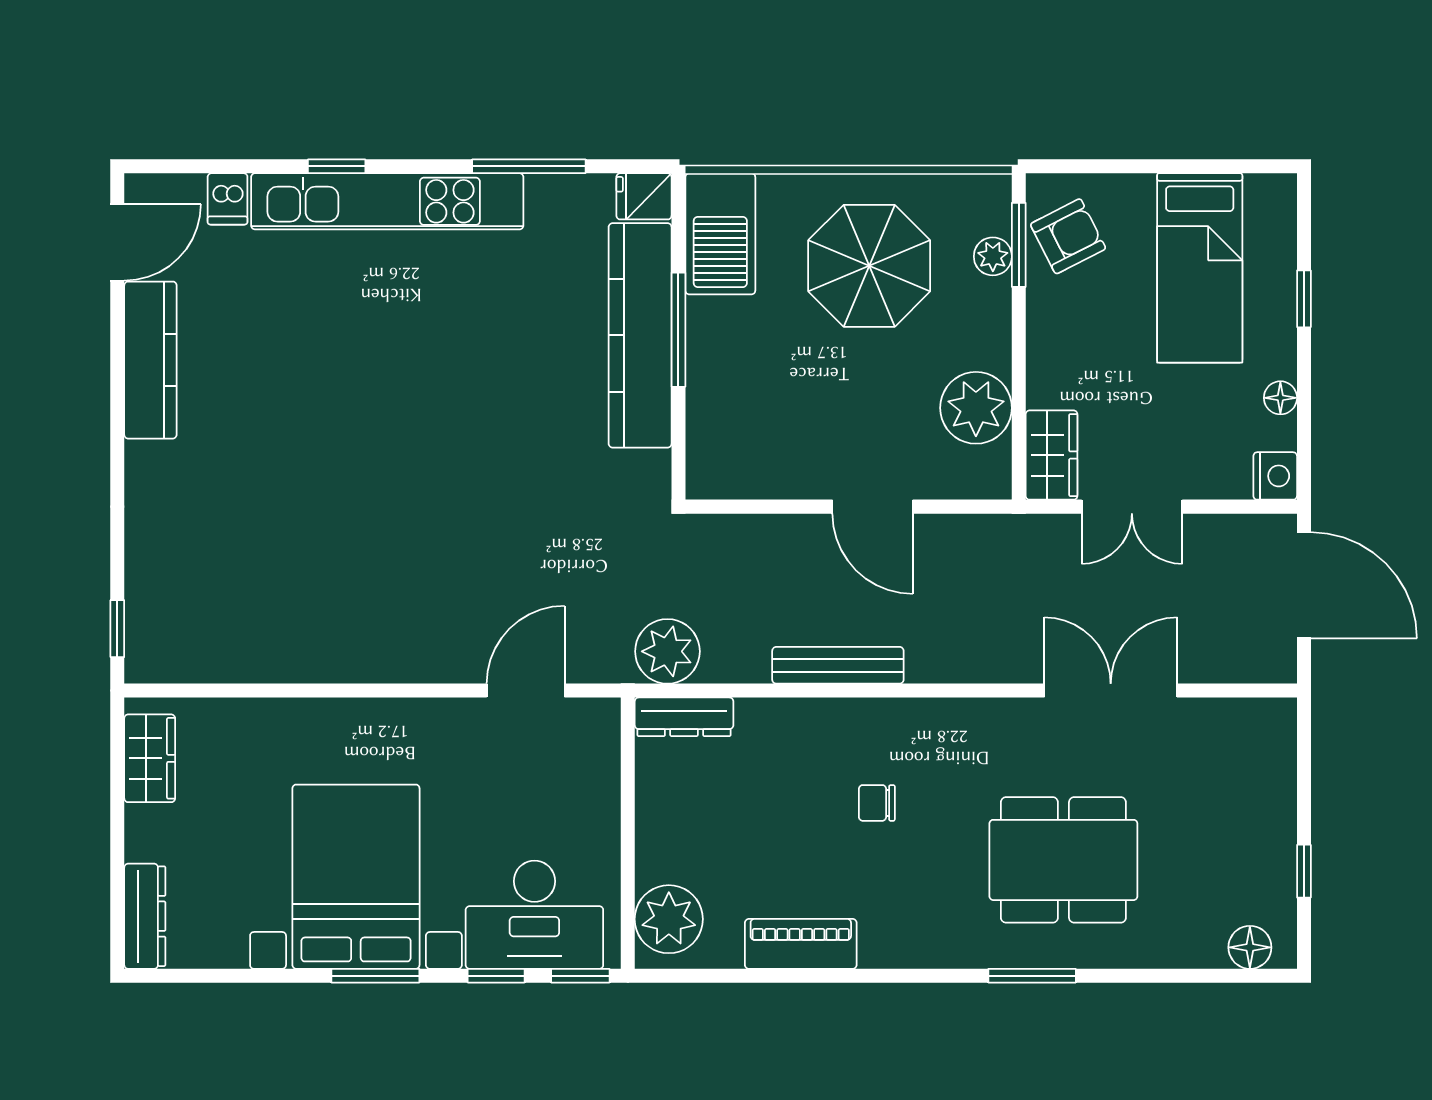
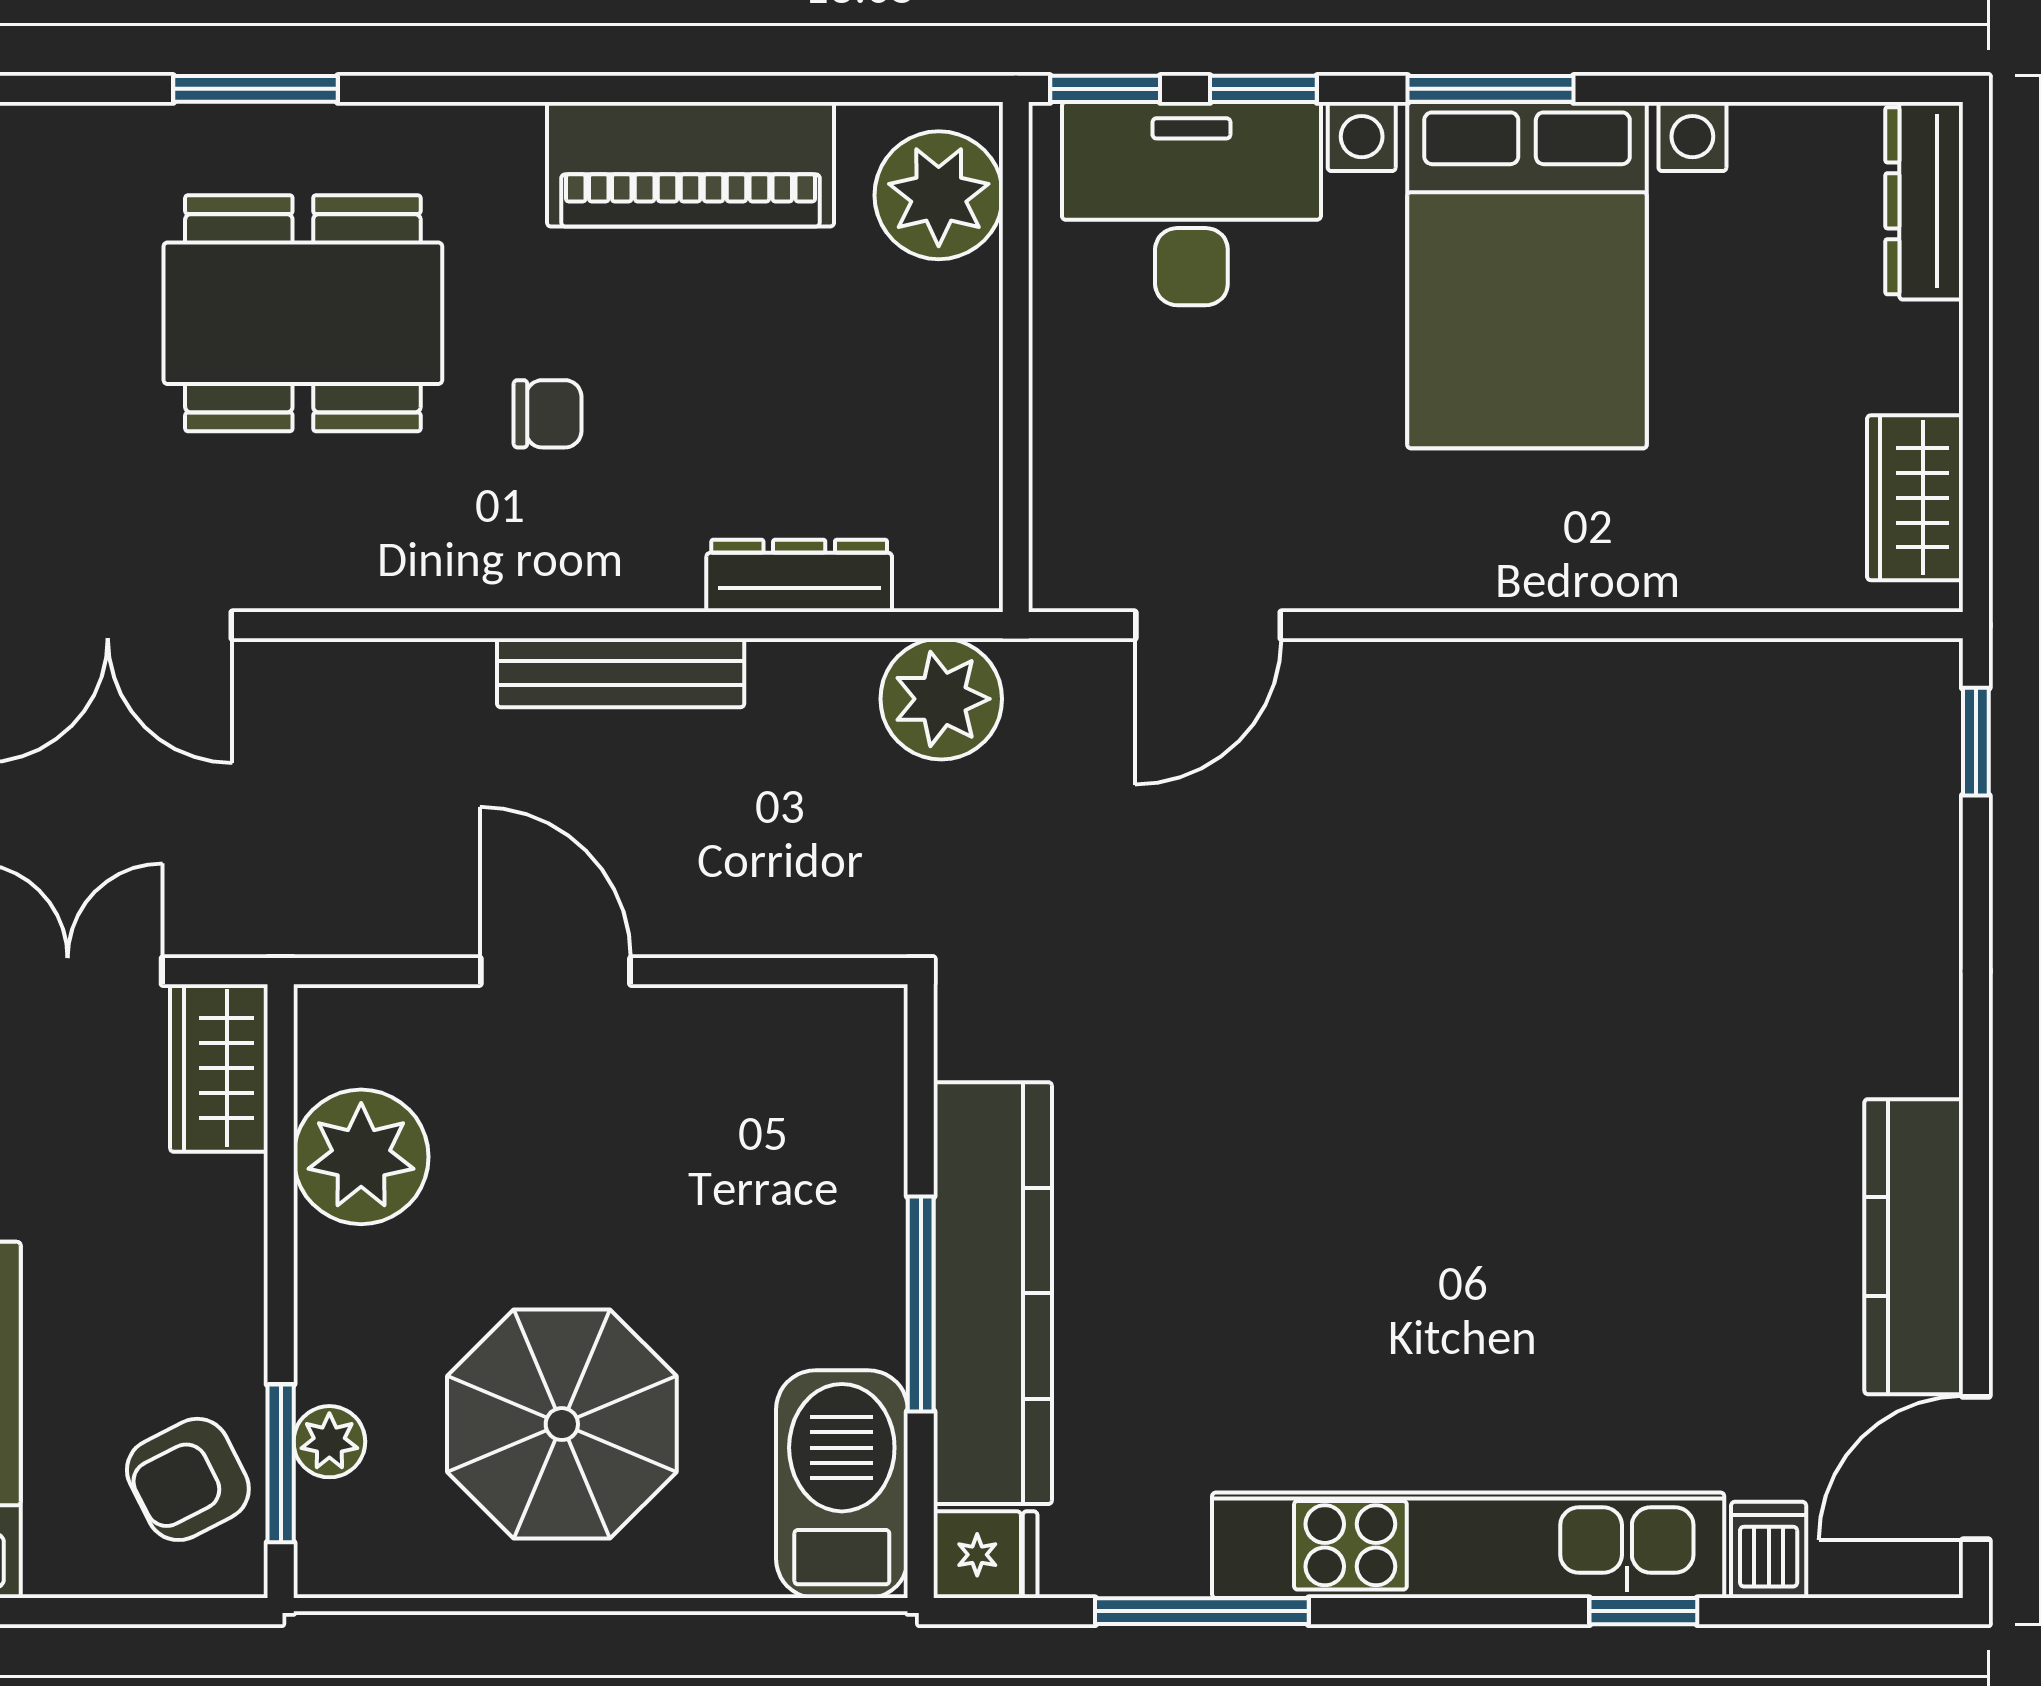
window: (337, 166) -> (1643, 1611), moved
dresser: (684, 717) -> (799, 576), moved
dining table: (1063, 860) -> (303, 313), moved
piano: (801, 944) -> (691, 164), width x1.37, depth x1.33

